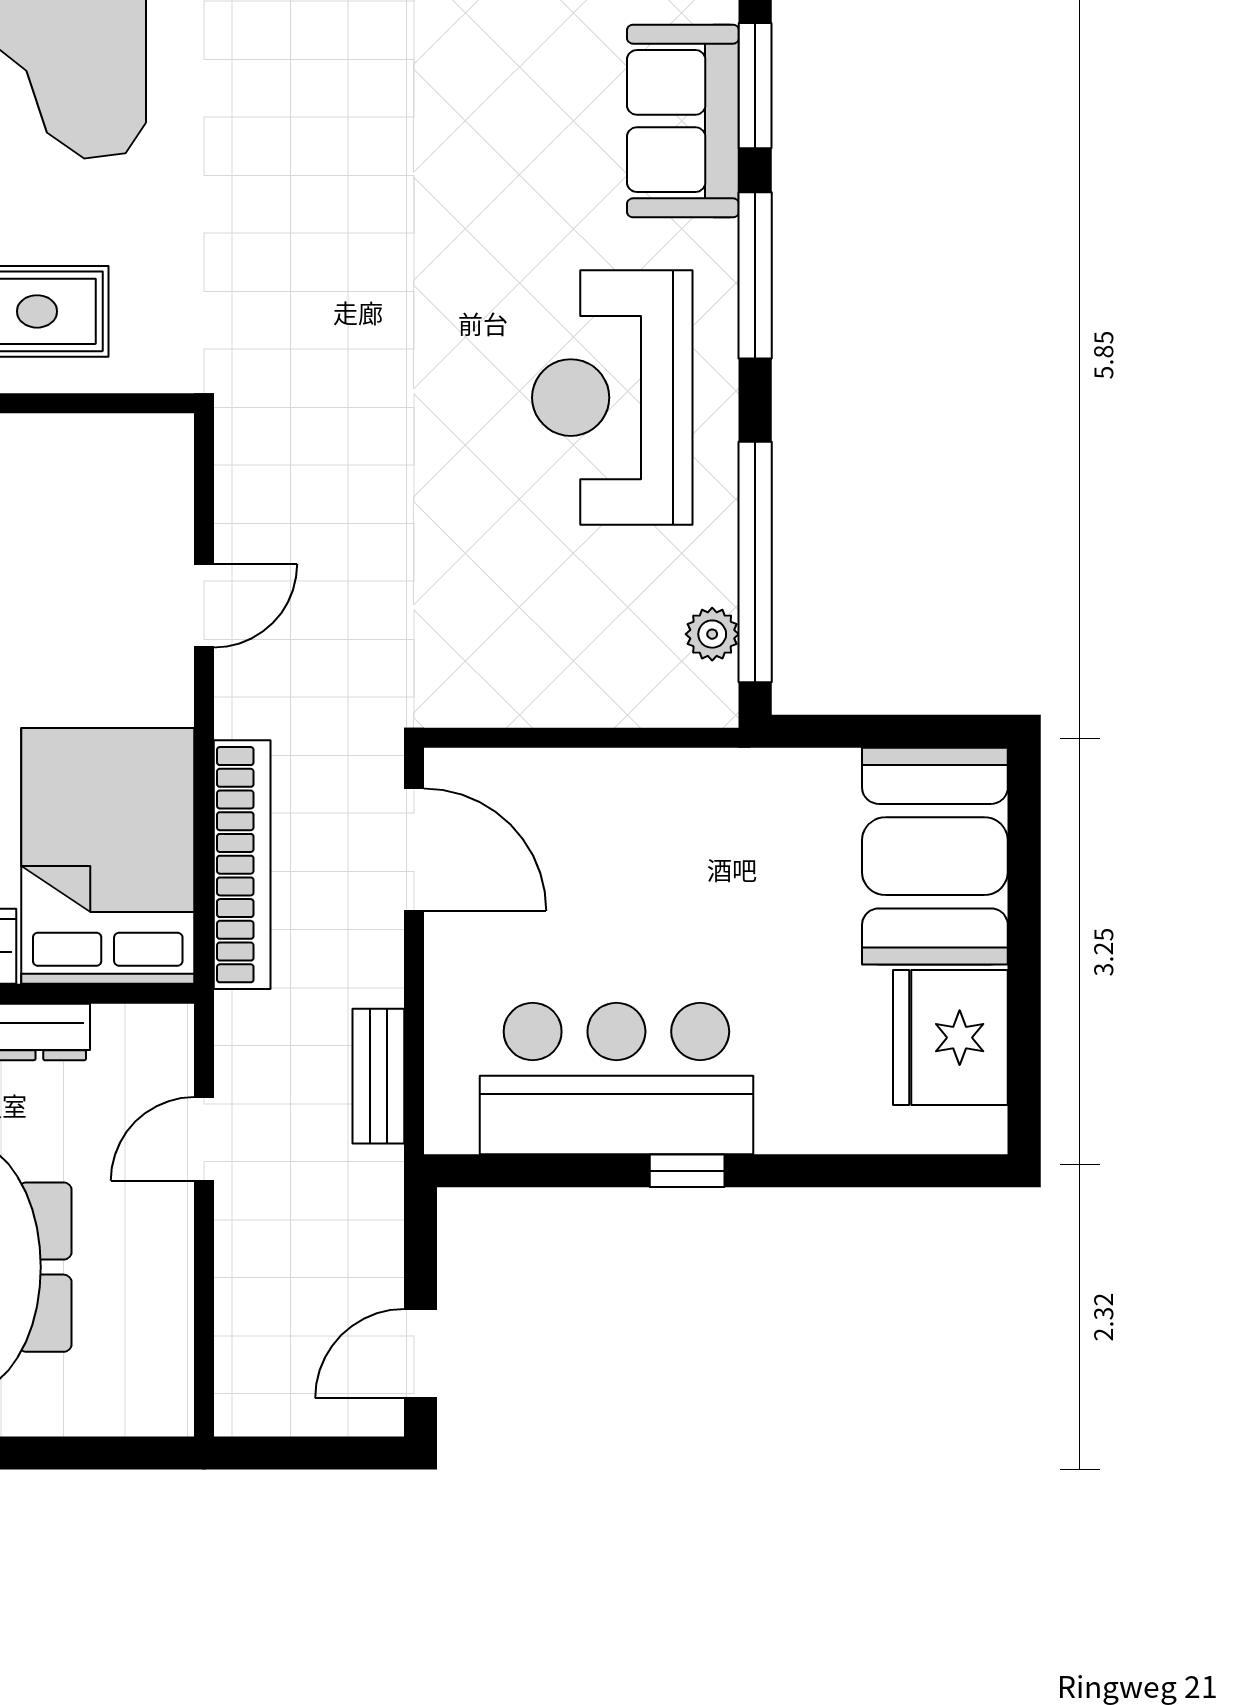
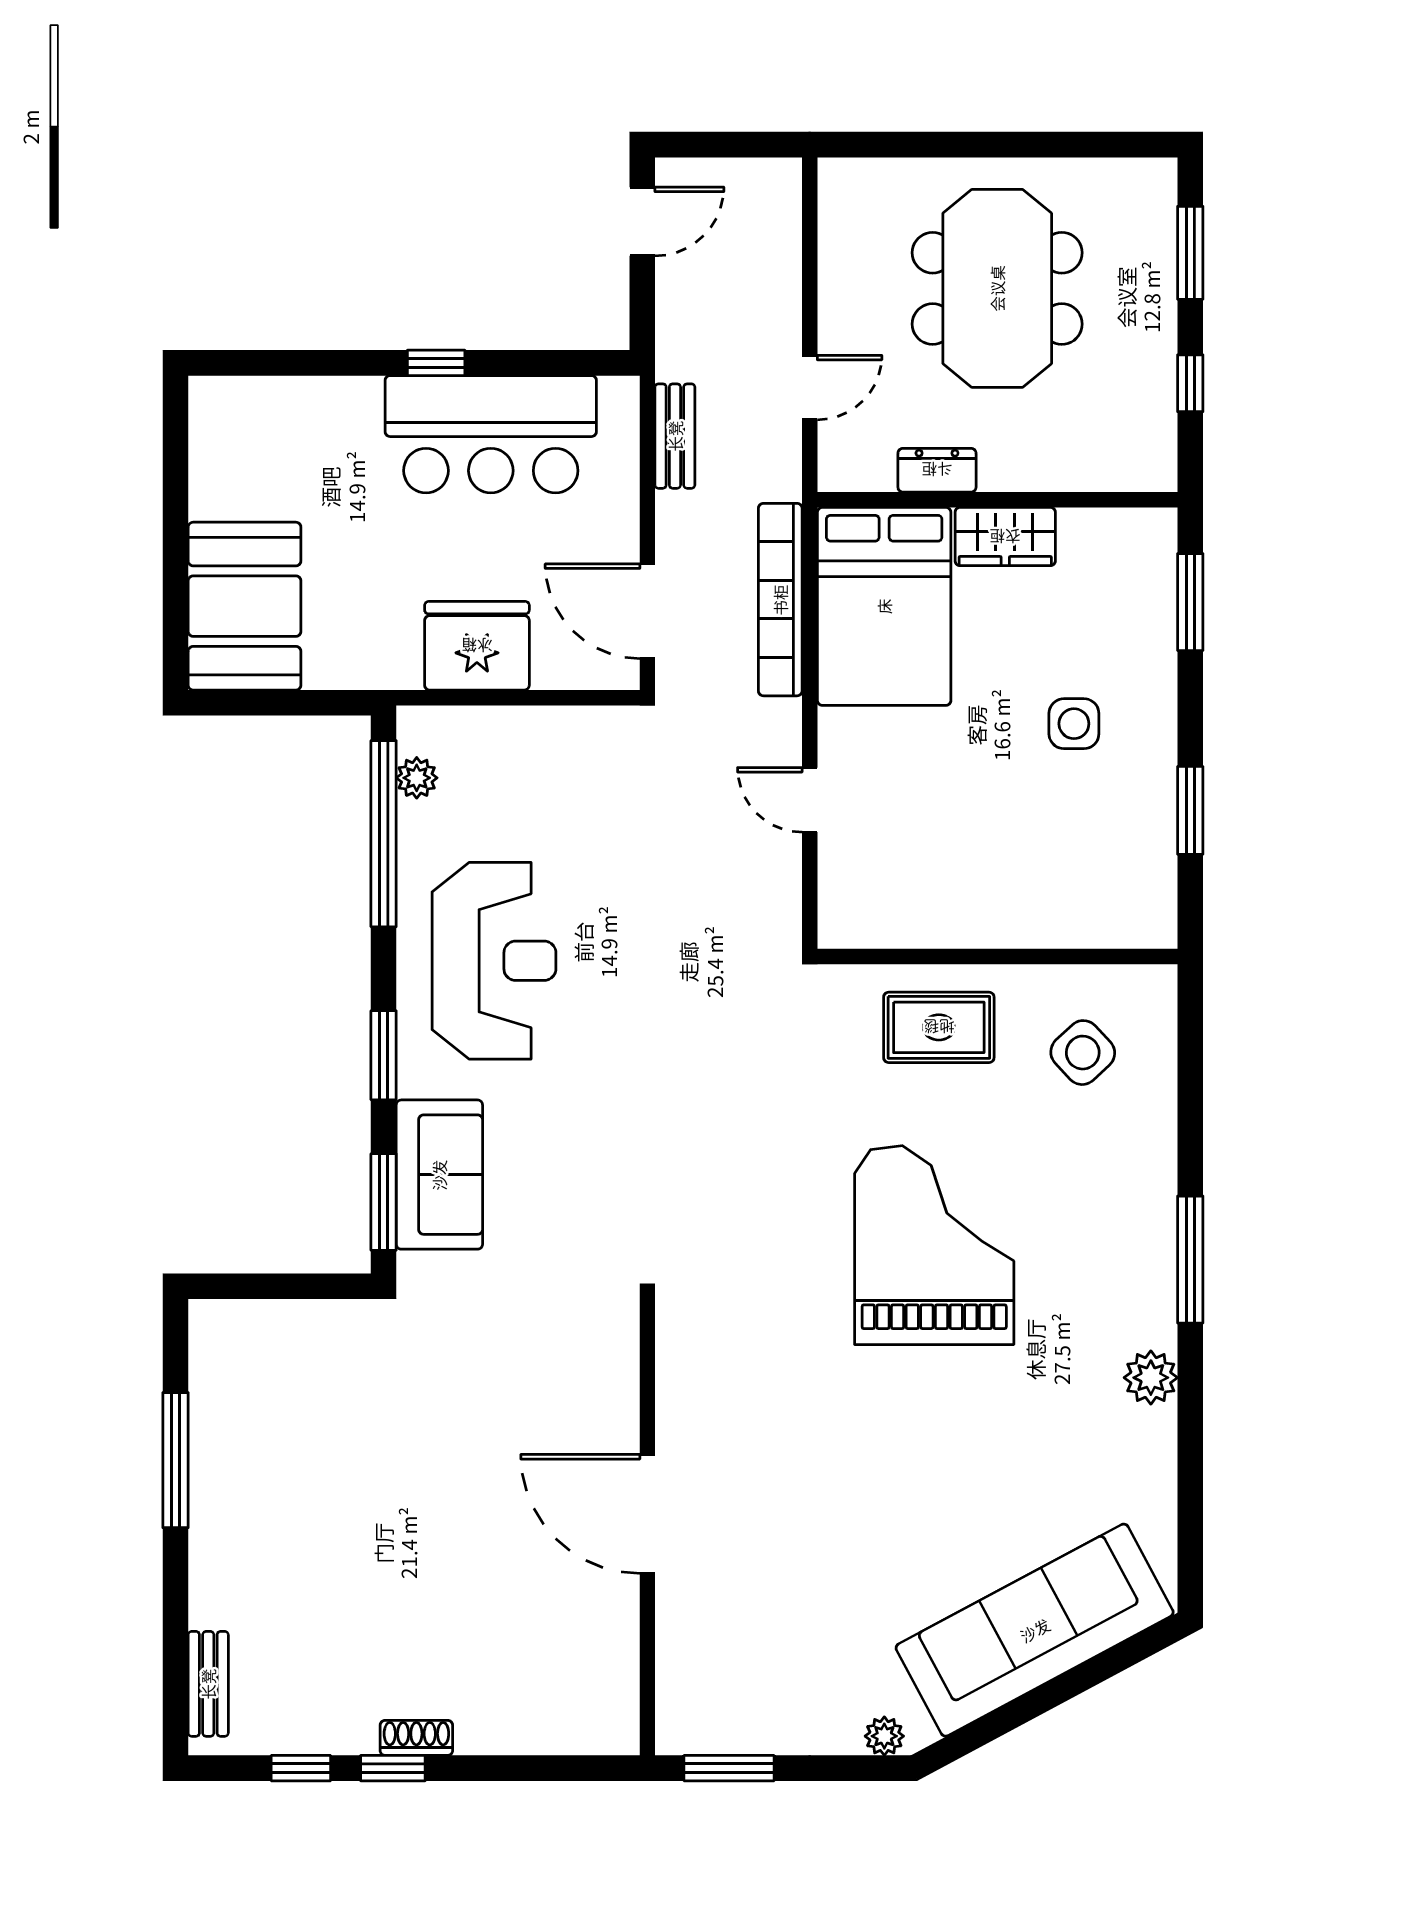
window: (755, 275) -> (384, 1055), width x0.69
door: (204, 606) -> (810, 800), hinge flipped
fridge: (950, 1038) -> (477, 646), moved, turned -90

